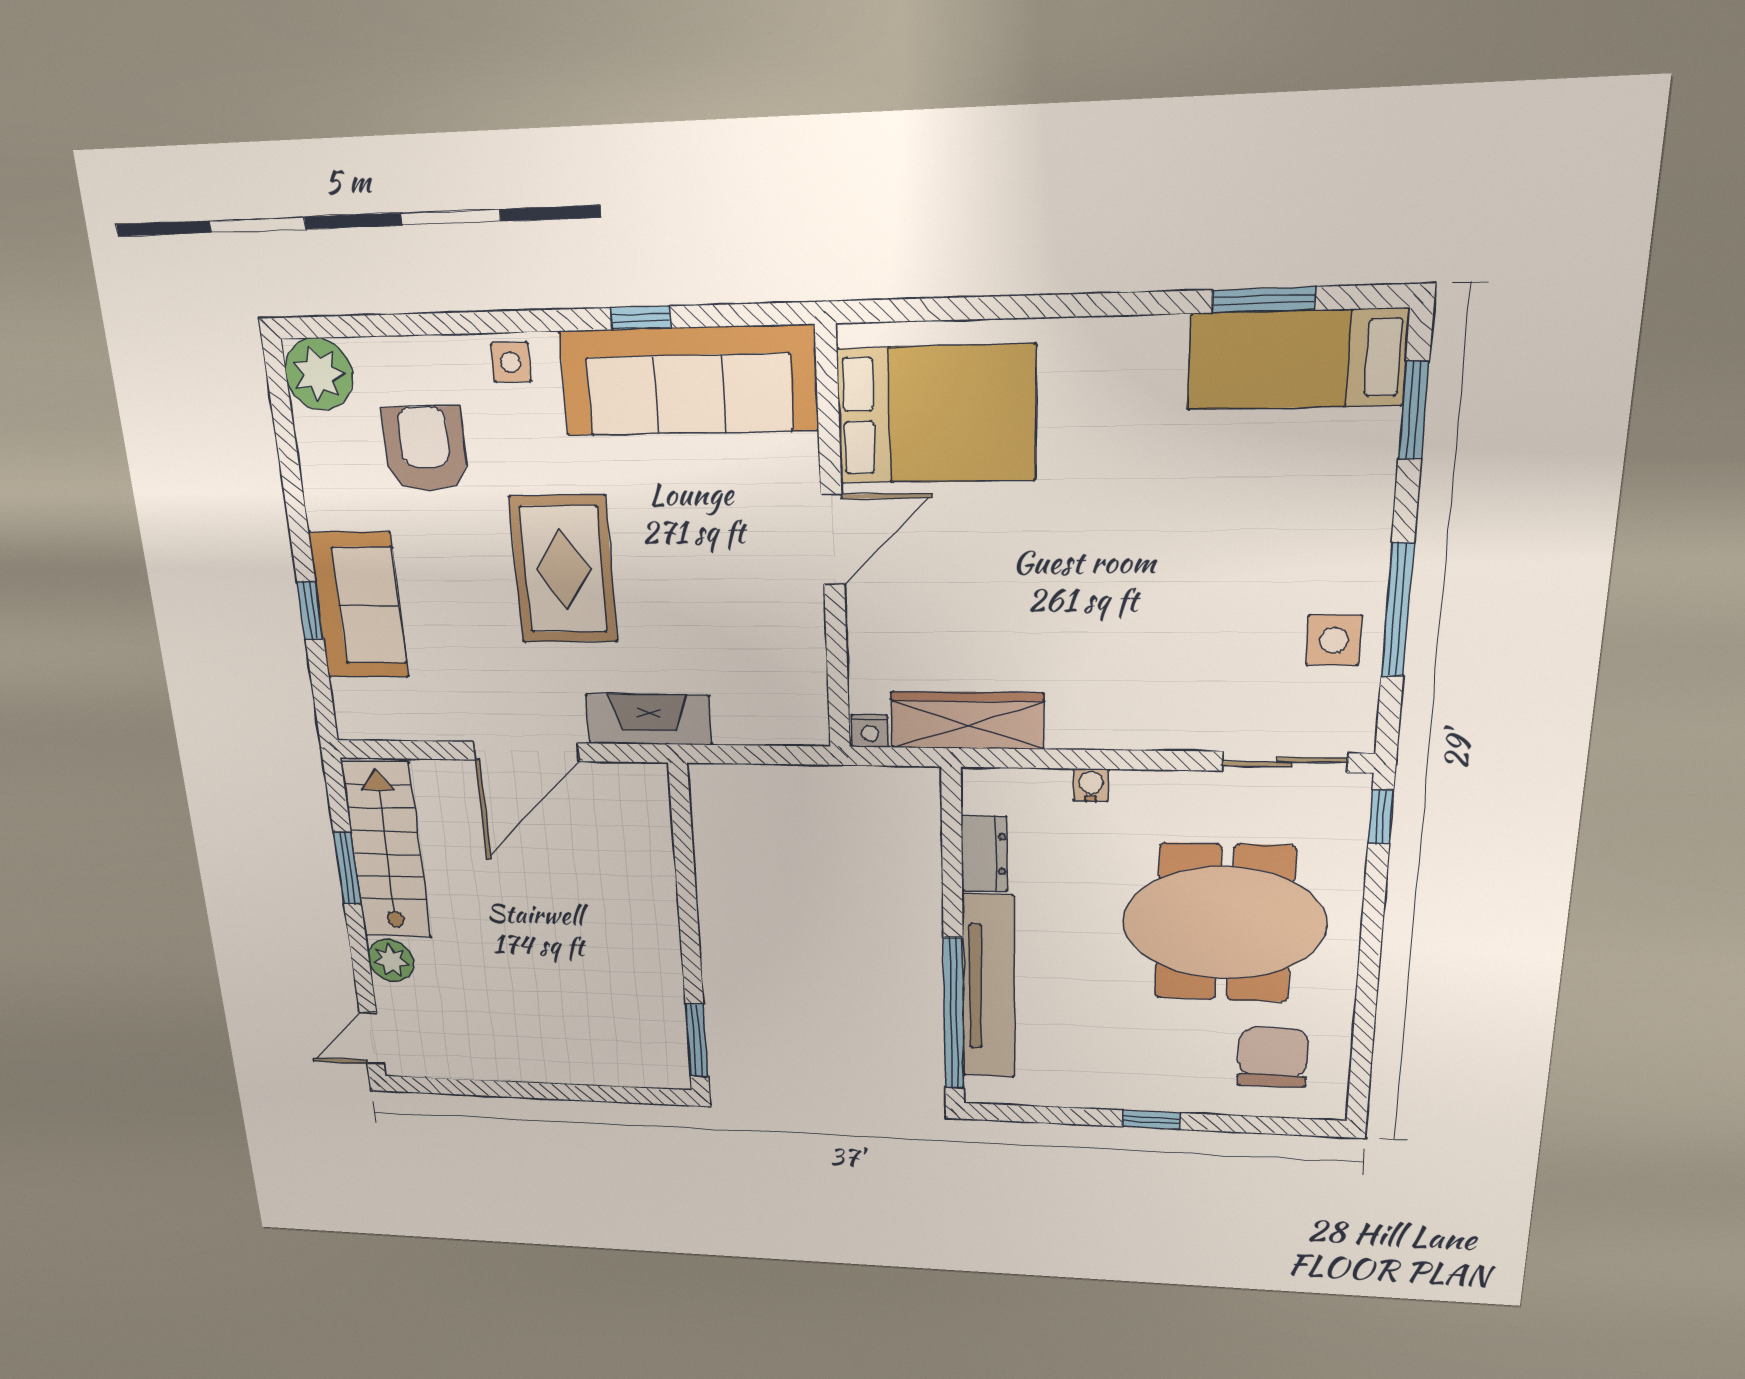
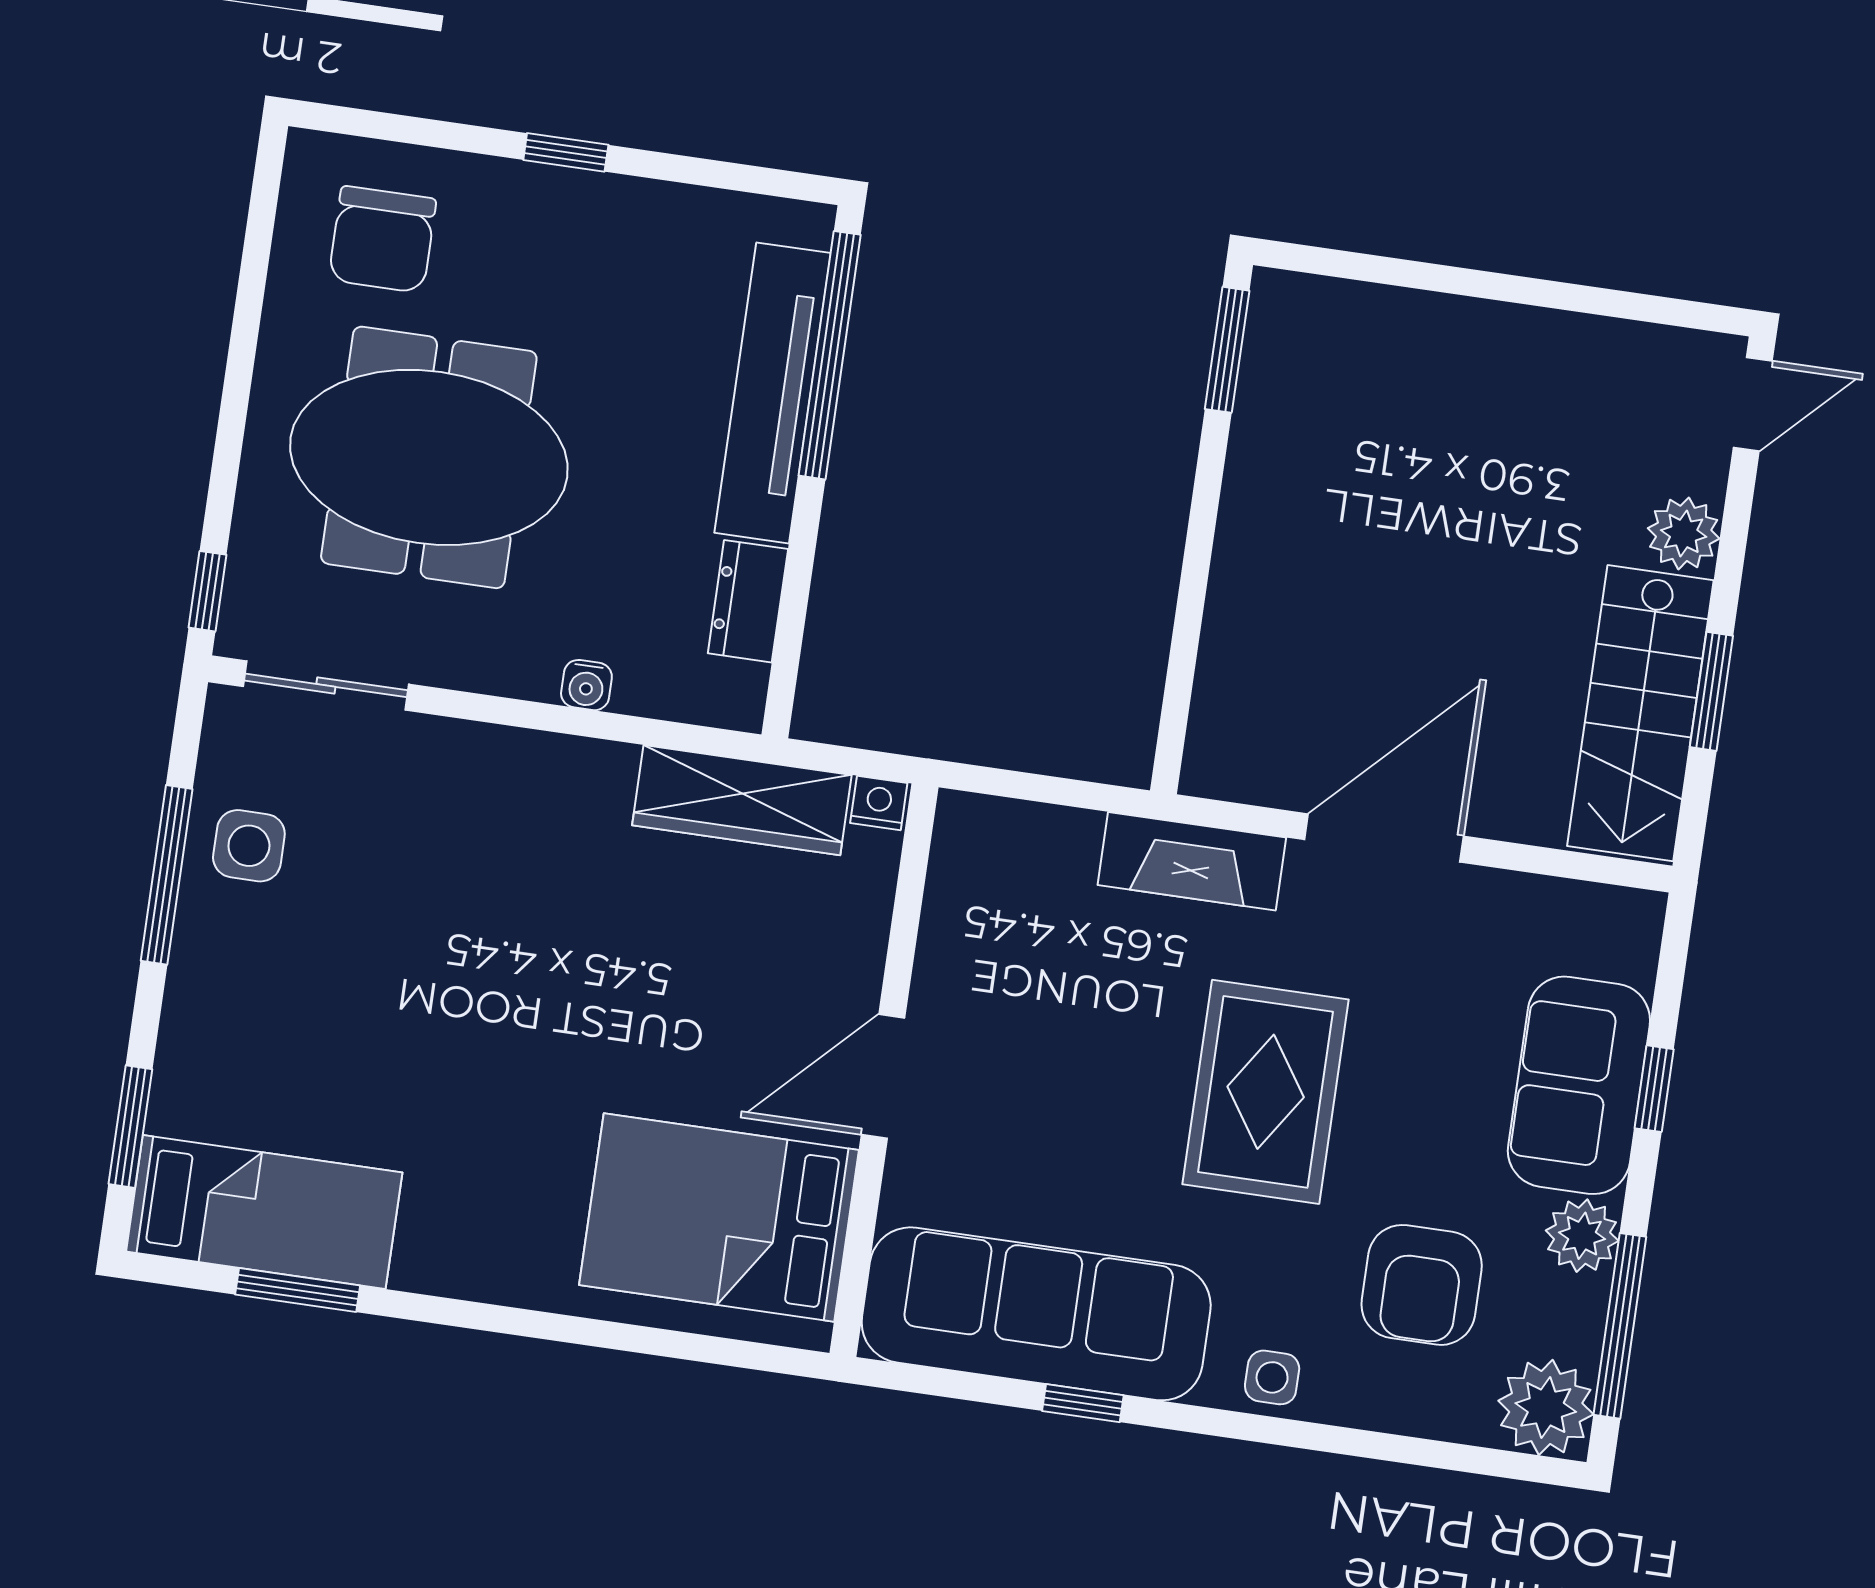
window: (286, 442) -> (1620, 1326), added
plant: (328, 502) -> (1582, 1236), added

